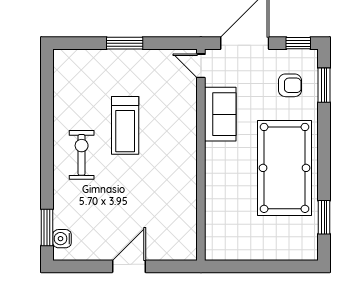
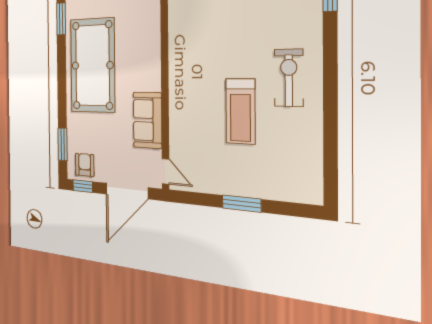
armchair: (290, 85) -> (85, 165), moved, turned 90
treadmill: (125, 125) -> (240, 111), turned 180
exercise bike: (82, 155) -> (289, 78), turned 180

